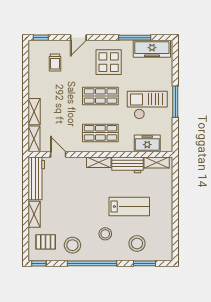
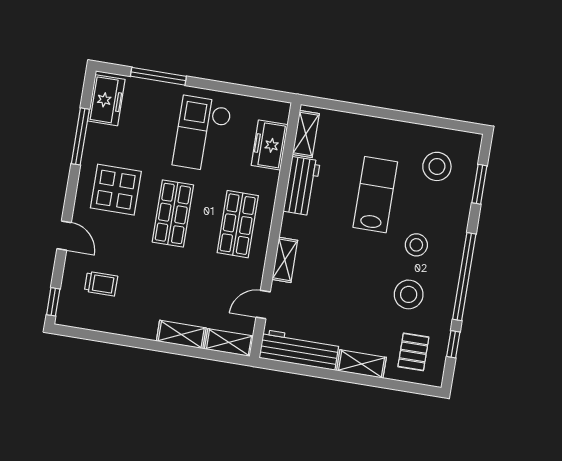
freezer: (152, 49) -> (106, 100), width x0.71
window: (175, 102) -> (158, 76), moved
shelving: (99, 162) -> (285, 260), moved
stool: (137, 243) -> (437, 166), moved
stool: (72, 245) -> (409, 294), moved
window: (39, 263) -> (453, 344), moved

